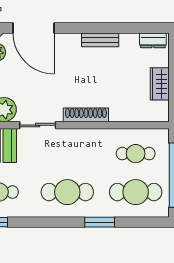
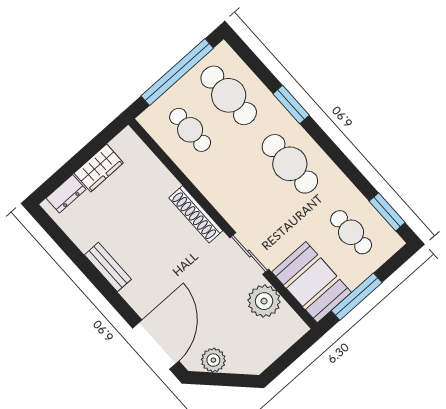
dresser: (153, 40) -> (66, 194), moved, turned 90

